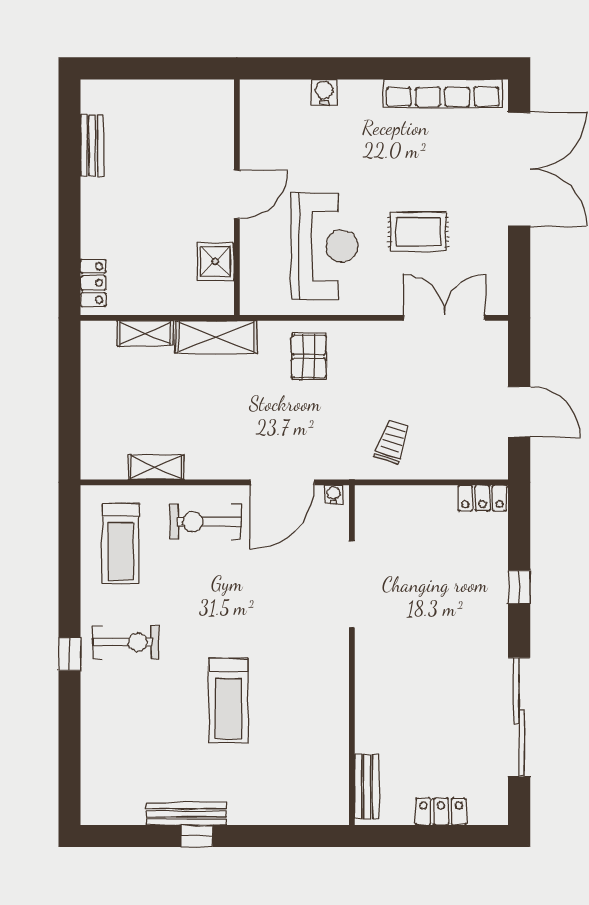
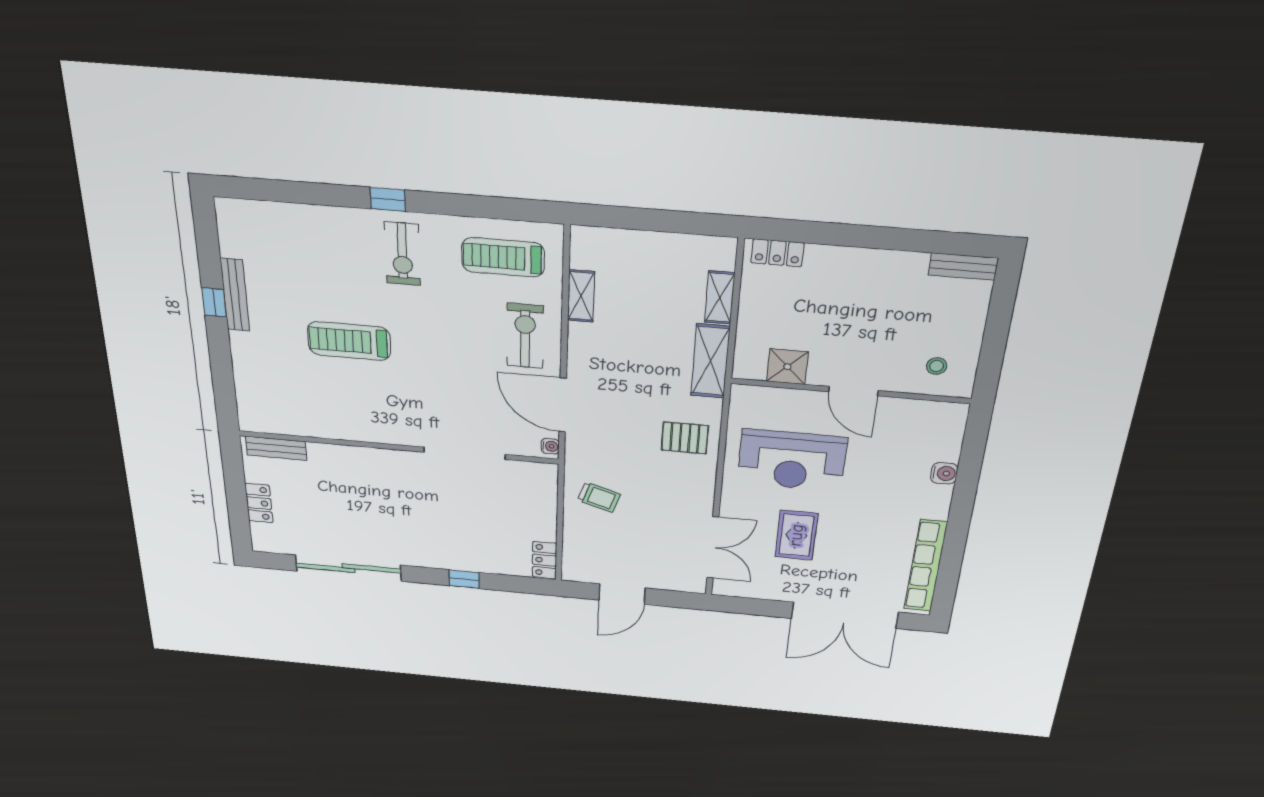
stool: (201, 118) -> (937, 366), added
bench: (92, 145) -> (963, 267), moved

